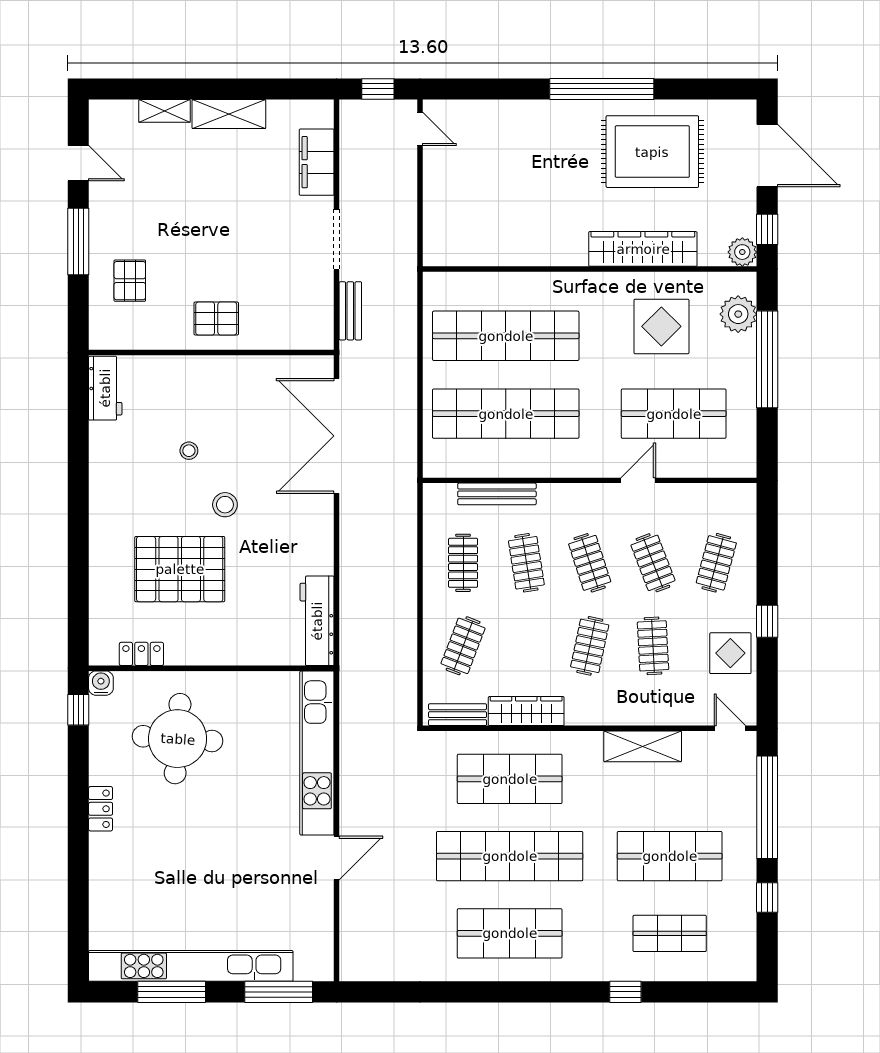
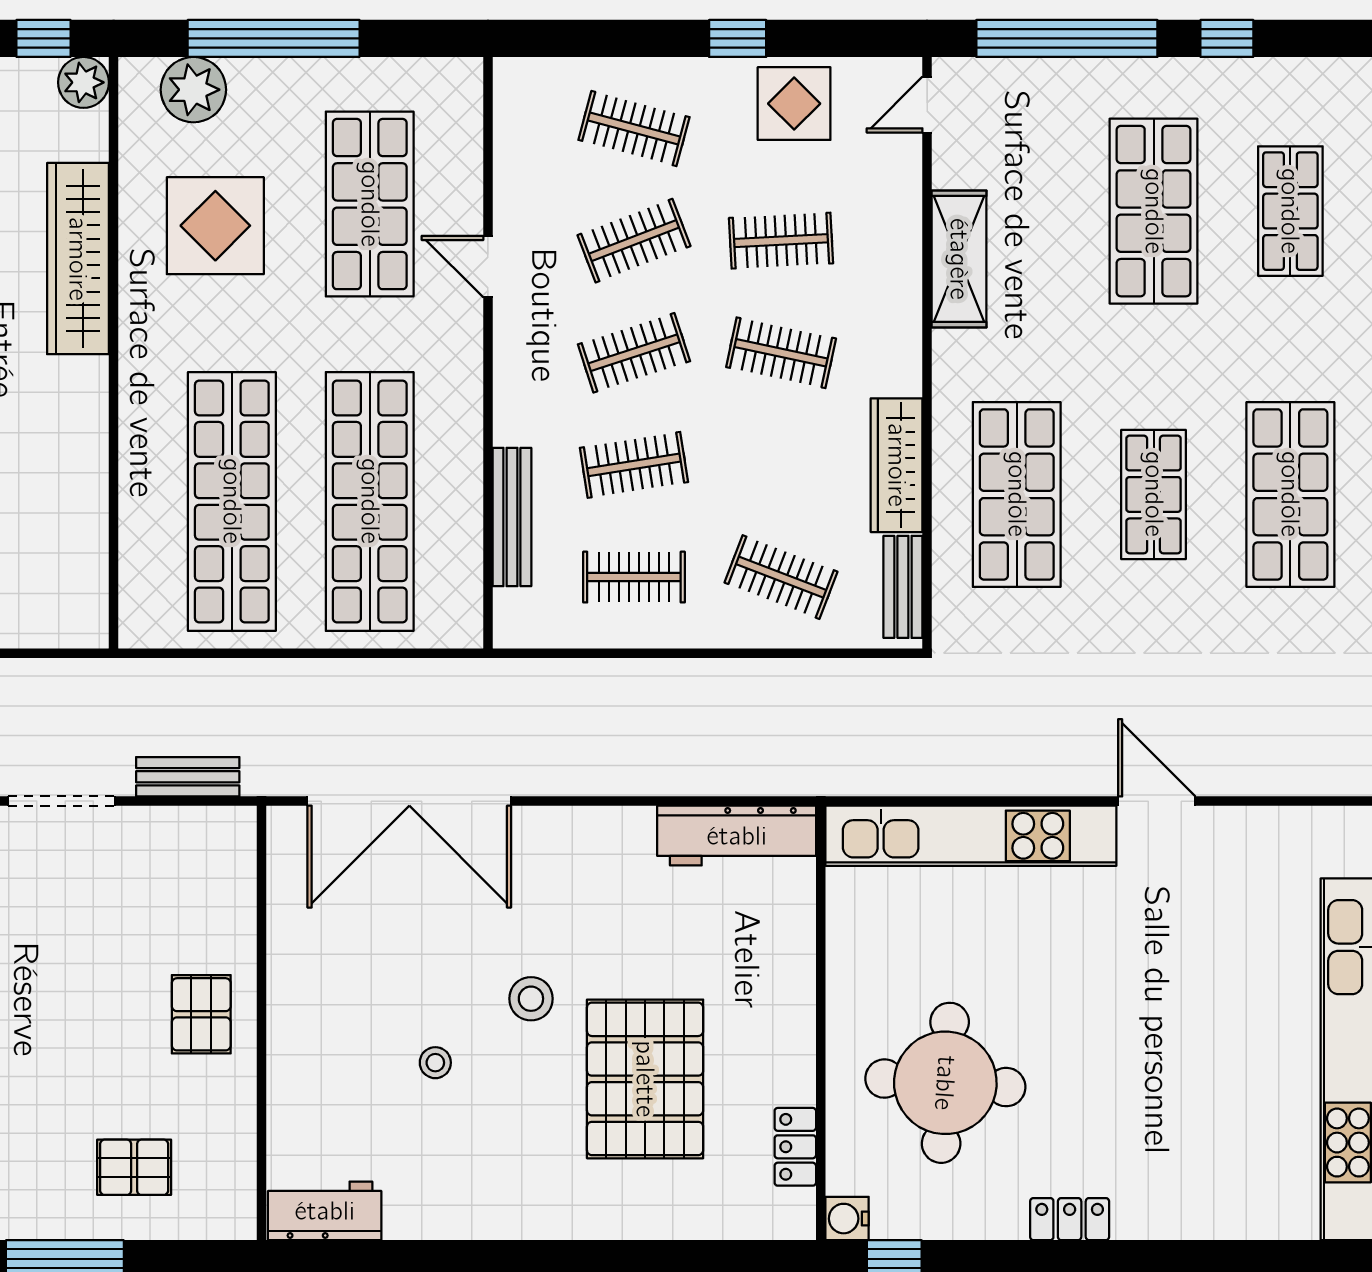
shop shelf: (510, 856) -> (1154, 494), width x0.50, depth x0.74

